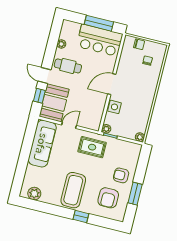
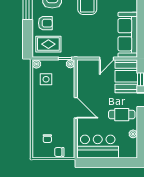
window: (99, 23) -> (102, 163), removed
door: (112, 84) -> (76, 108), hinge flipped
side table: (114, 107) -> (46, 79), moved
rug: (92, 147) -> (48, 44), moved

